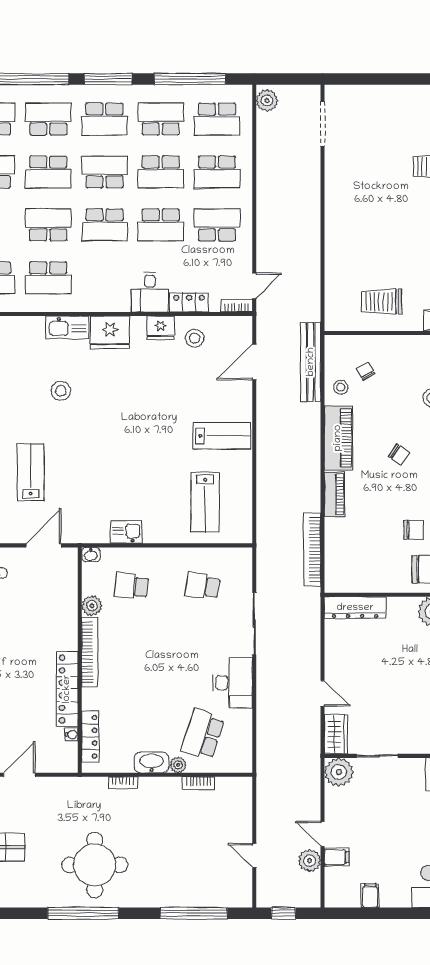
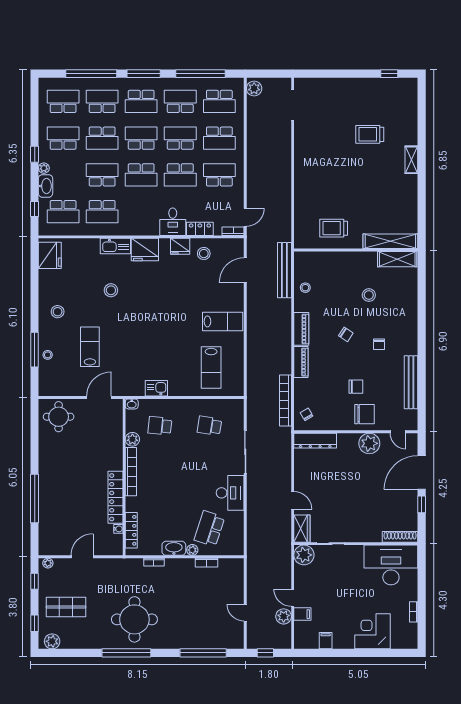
school desk: (161, 172) -> (180, 138), turned 180
chair: (365, 371) -> (306, 414), moved
piano: (338, 438) -> (301, 329), width x0.73, depth x0.75

